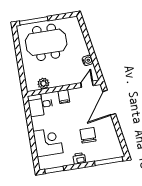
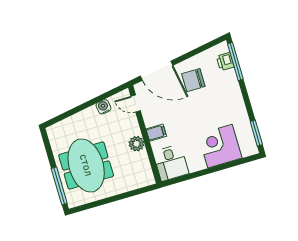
plant: (43, 83) -> (136, 144), moved
chair: (88, 135) -> (193, 80), moved
printer: (79, 158) -> (225, 62), moved

